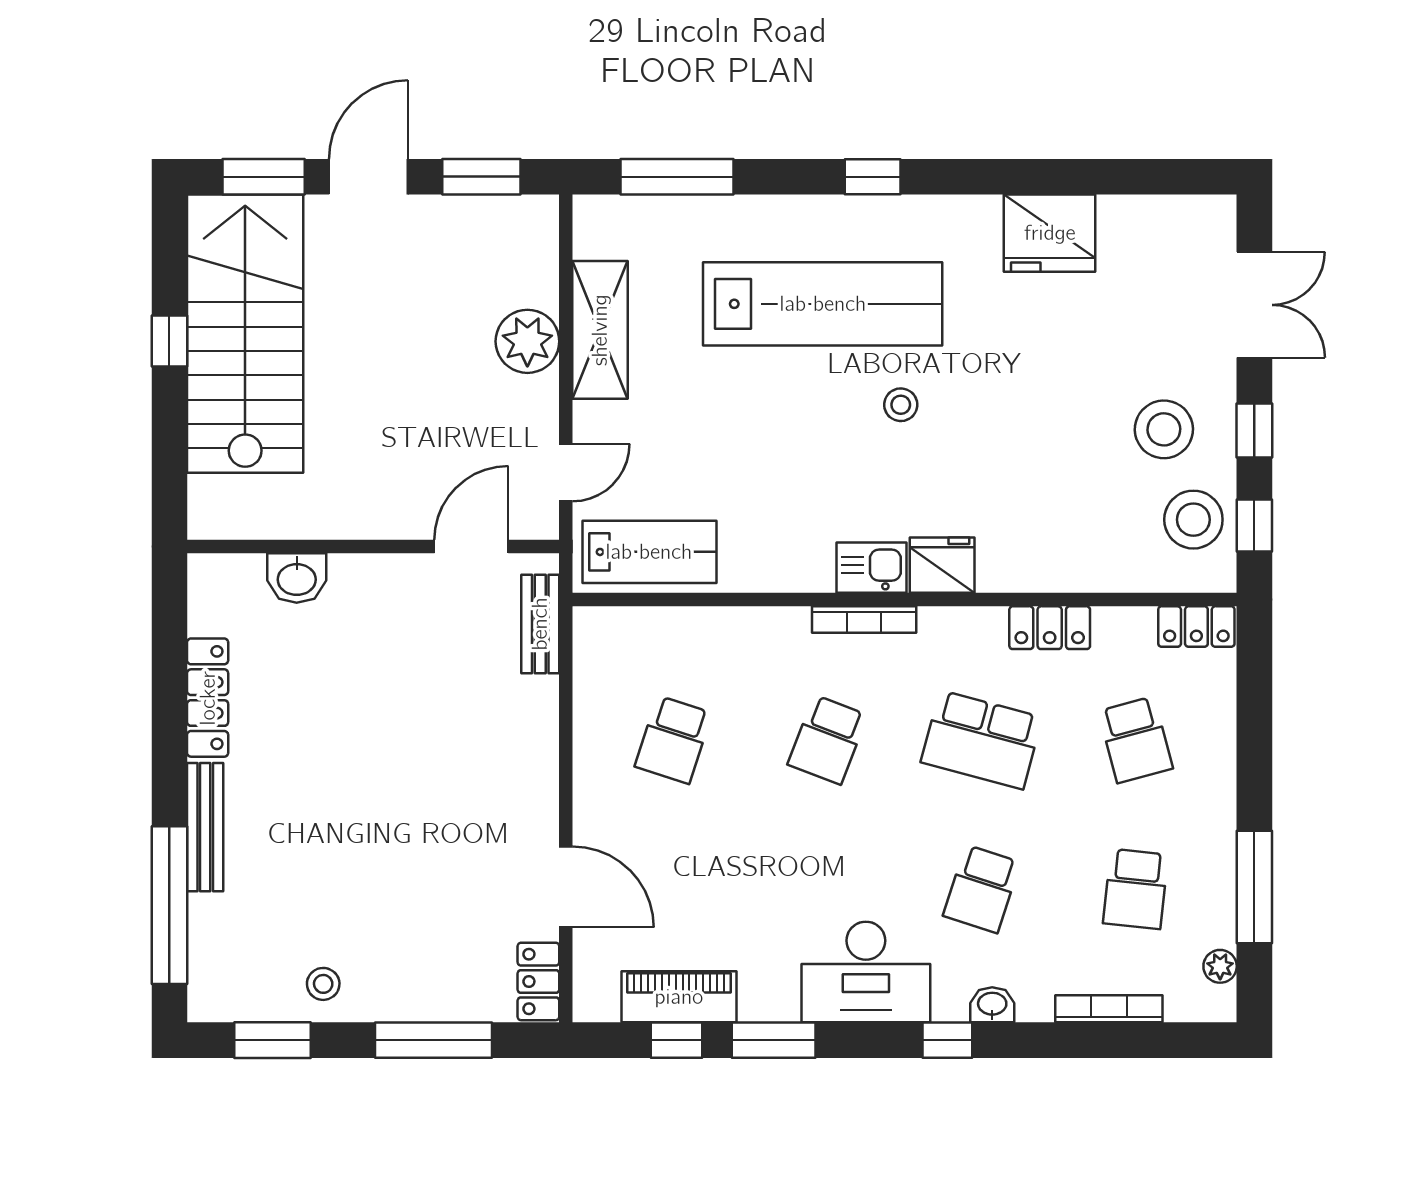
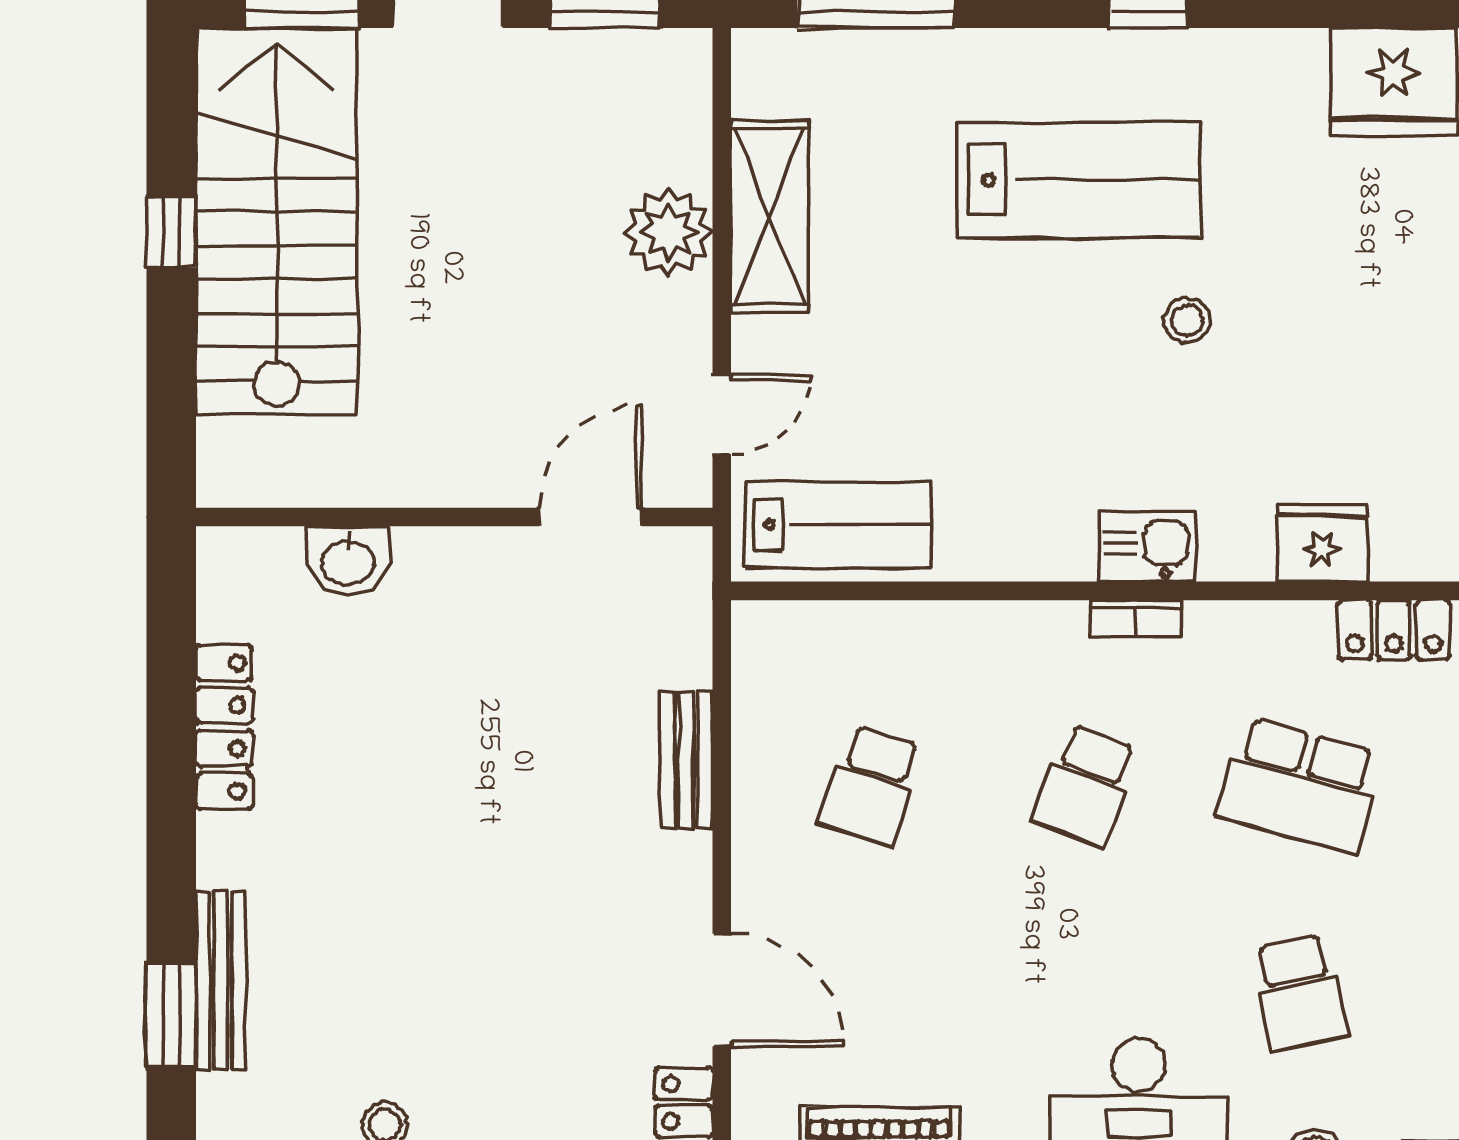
lab bench: (823, 304) -> (1079, 180), width x0.73
fridge: (942, 565) -> (1322, 543), moved
bookcase: (864, 620) -> (1136, 619), width x0.64
bench: (540, 624) -> (686, 760), moved
bench: (205, 827) -> (221, 980), moved
school desk: (982, 889) -> (1299, 993), turned -30
window: (169, 905) -> (171, 1015), width x0.47

